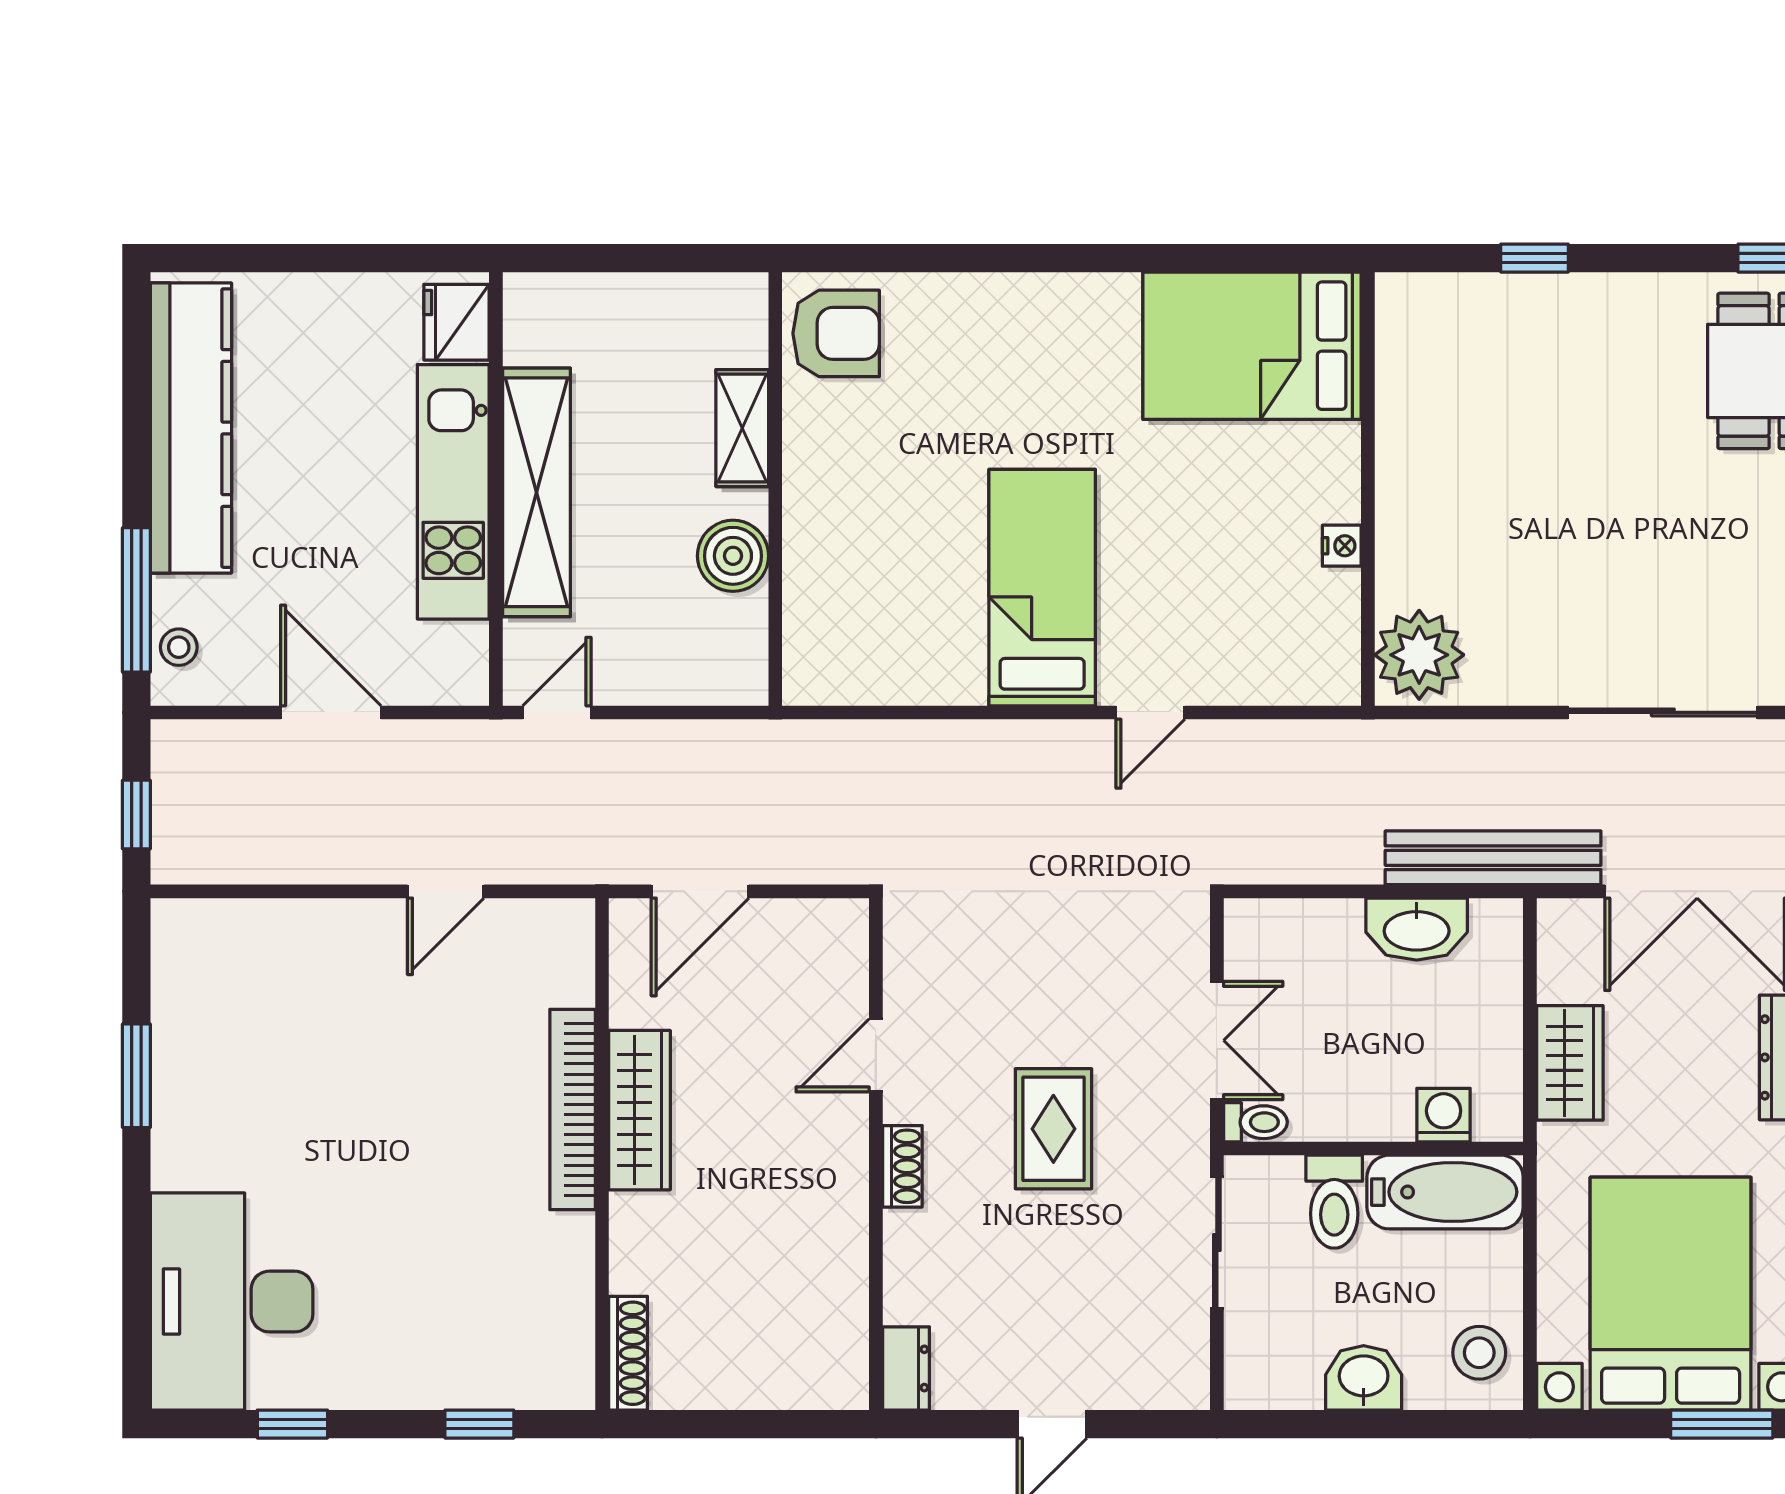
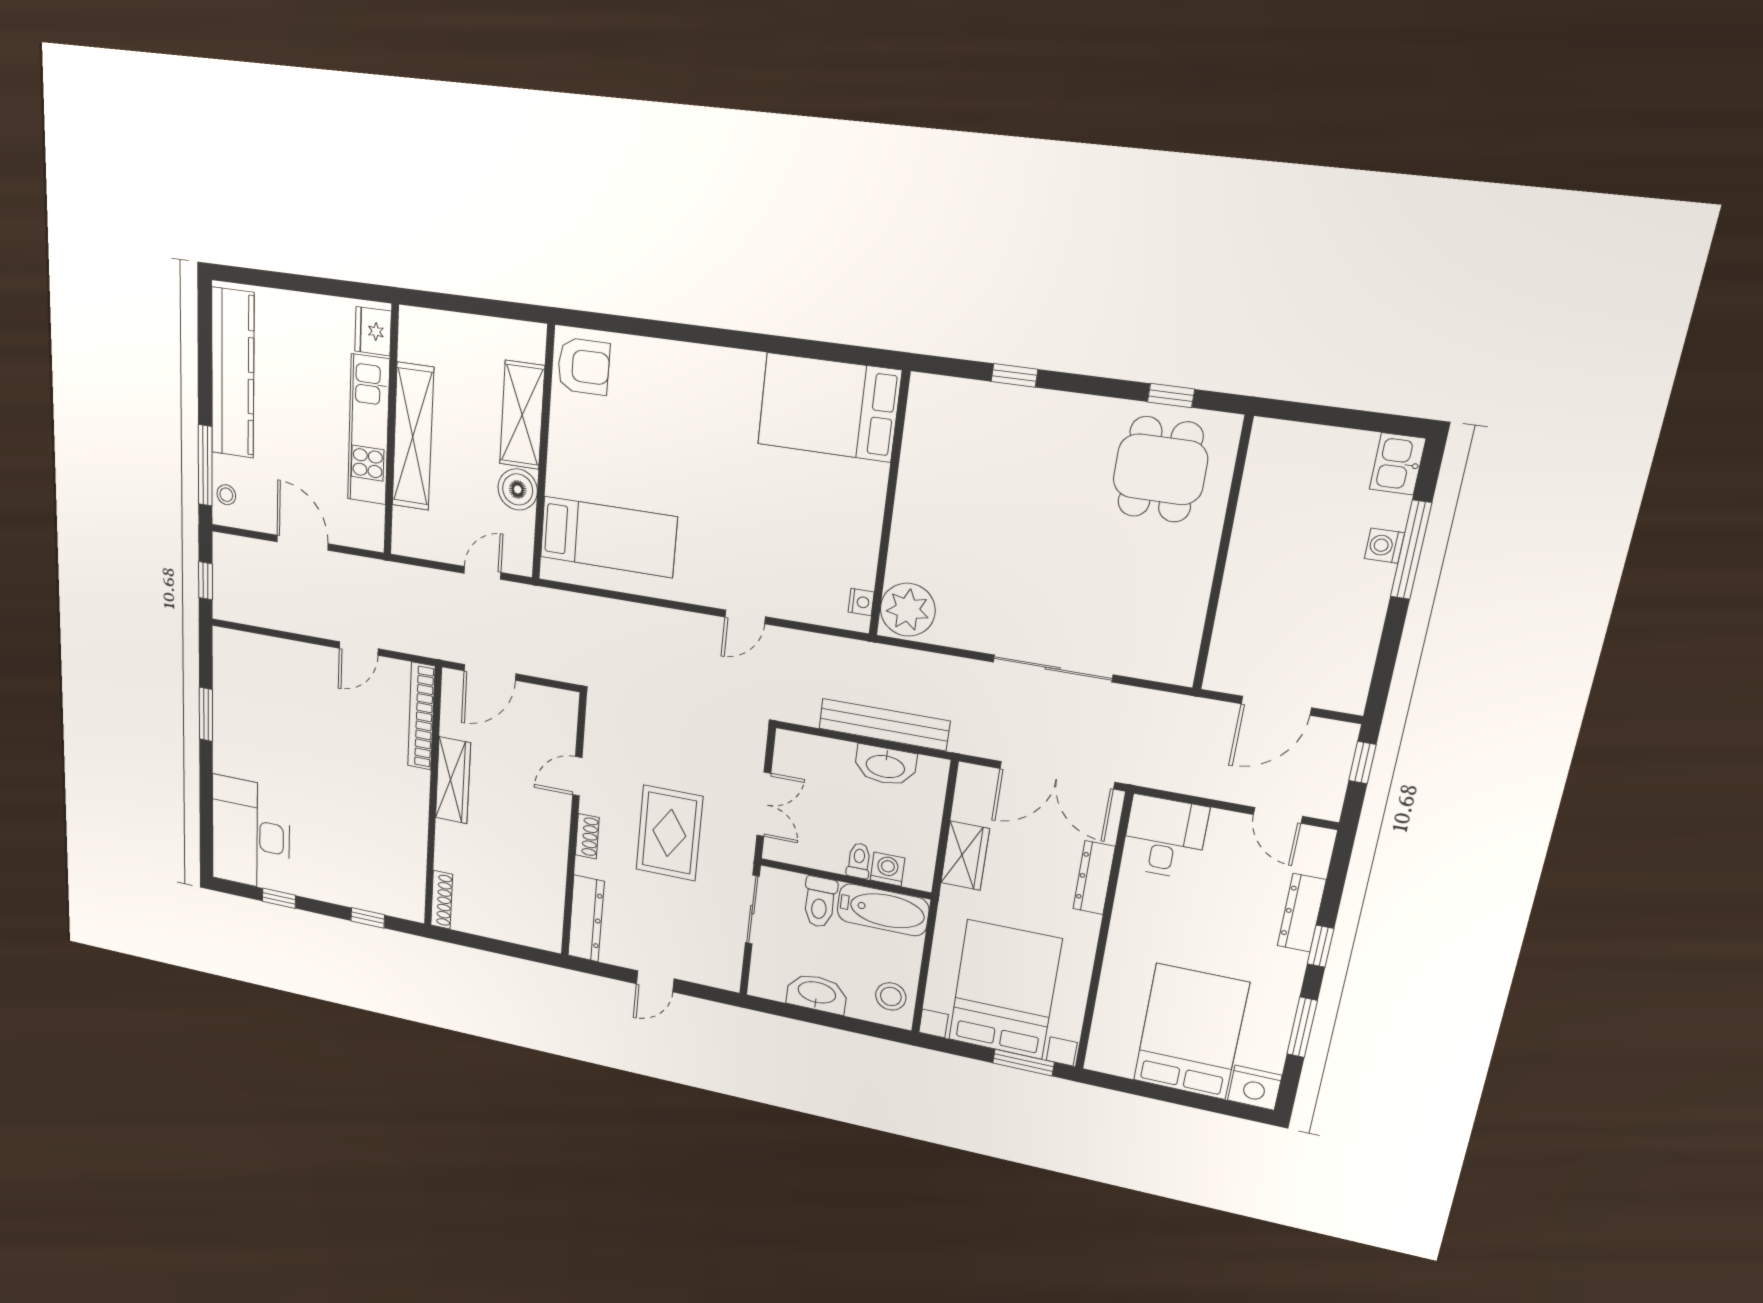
shelving: (742, 428) -> (522, 415), width x1.50, depth x1.33
nightstand: (1342, 546) -> (861, 602), moved
bed: (1042, 588) -> (608, 537), moved, turned 90
door: (557, 712) -> (482, 573), moved
bench: (1493, 858) -> (884, 725), moved
bookcase: (573, 1110) -> (421, 716), moved
toilet: (1255, 1122) -> (859, 861), moved, turned -90
rug: (1053, 1129) -> (669, 833), width x1.36, depth x1.43
dresser: (906, 1368) -> (586, 919), width x1.96, depth x1.24
washbasin: (1364, 1378) -> (817, 993), width x1.38

